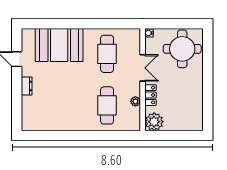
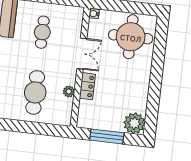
cafe table: (107, 54) -> (42, 32), width x0.73, depth x0.74
plant: (154, 122) -> (134, 123), moved
window: (172, 136) -> (107, 136), added

